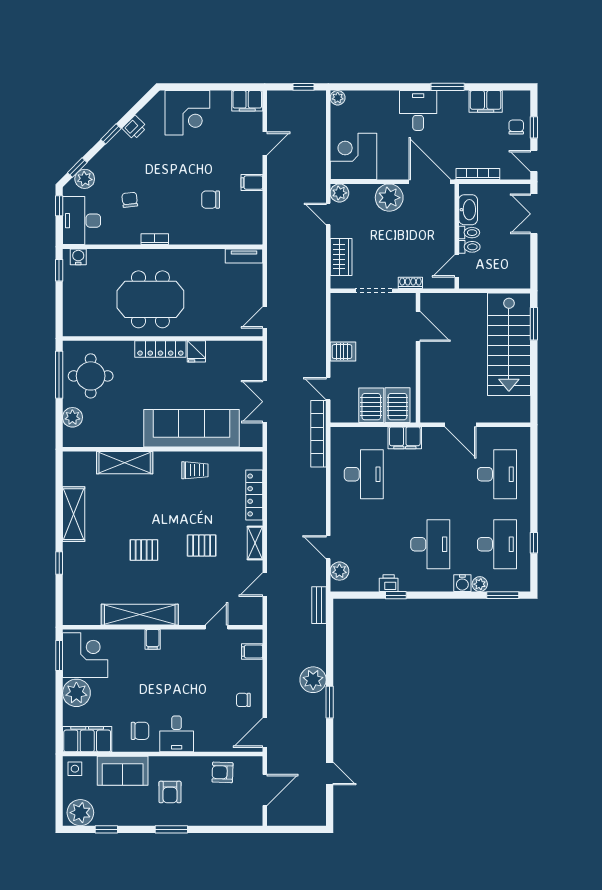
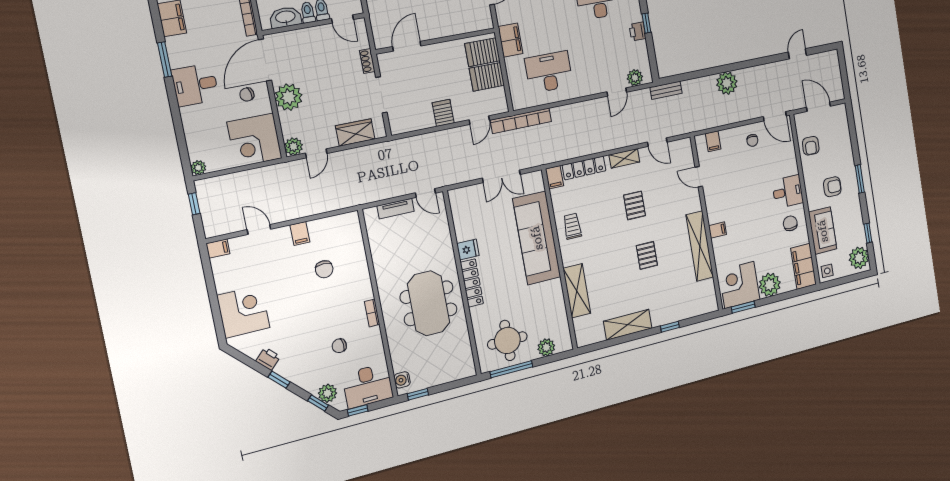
filing cabinet: (247, 101) -> (218, 249), width x0.50
chair: (399, 158) -> (247, 94), added
tv unit: (244, 256) -> (396, 209), moved, turned 90
filing cabinet: (251, 460) -> (555, 177), added
window: (330, 702) -> (742, 65), removed

